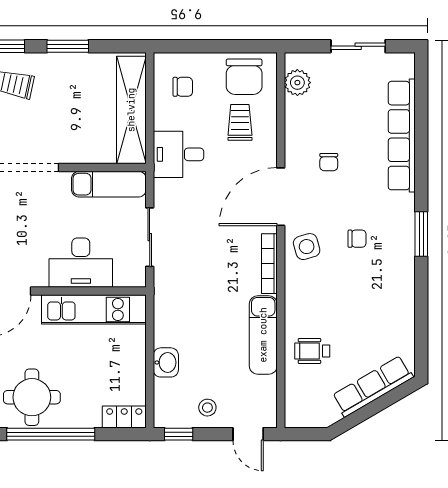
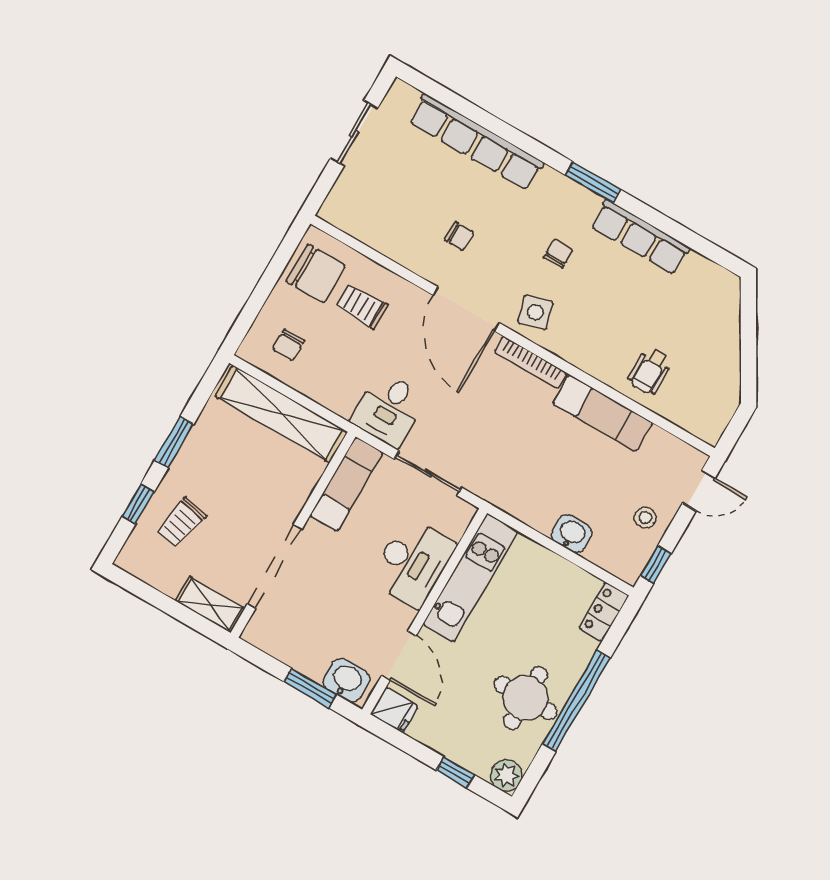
plant: (297, 83) -> (355, 220), removed
chair: (183, 87) -> (289, 345), turned 180
desk: (179, 154) -> (389, 409), moved
row of seats: (373, 386) -> (640, 237), moved, turned -60

